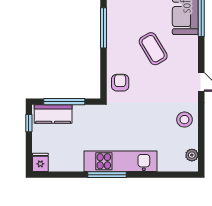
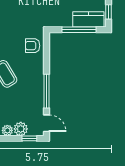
armchair: (120, 83) -> (33, 46), turned 90

